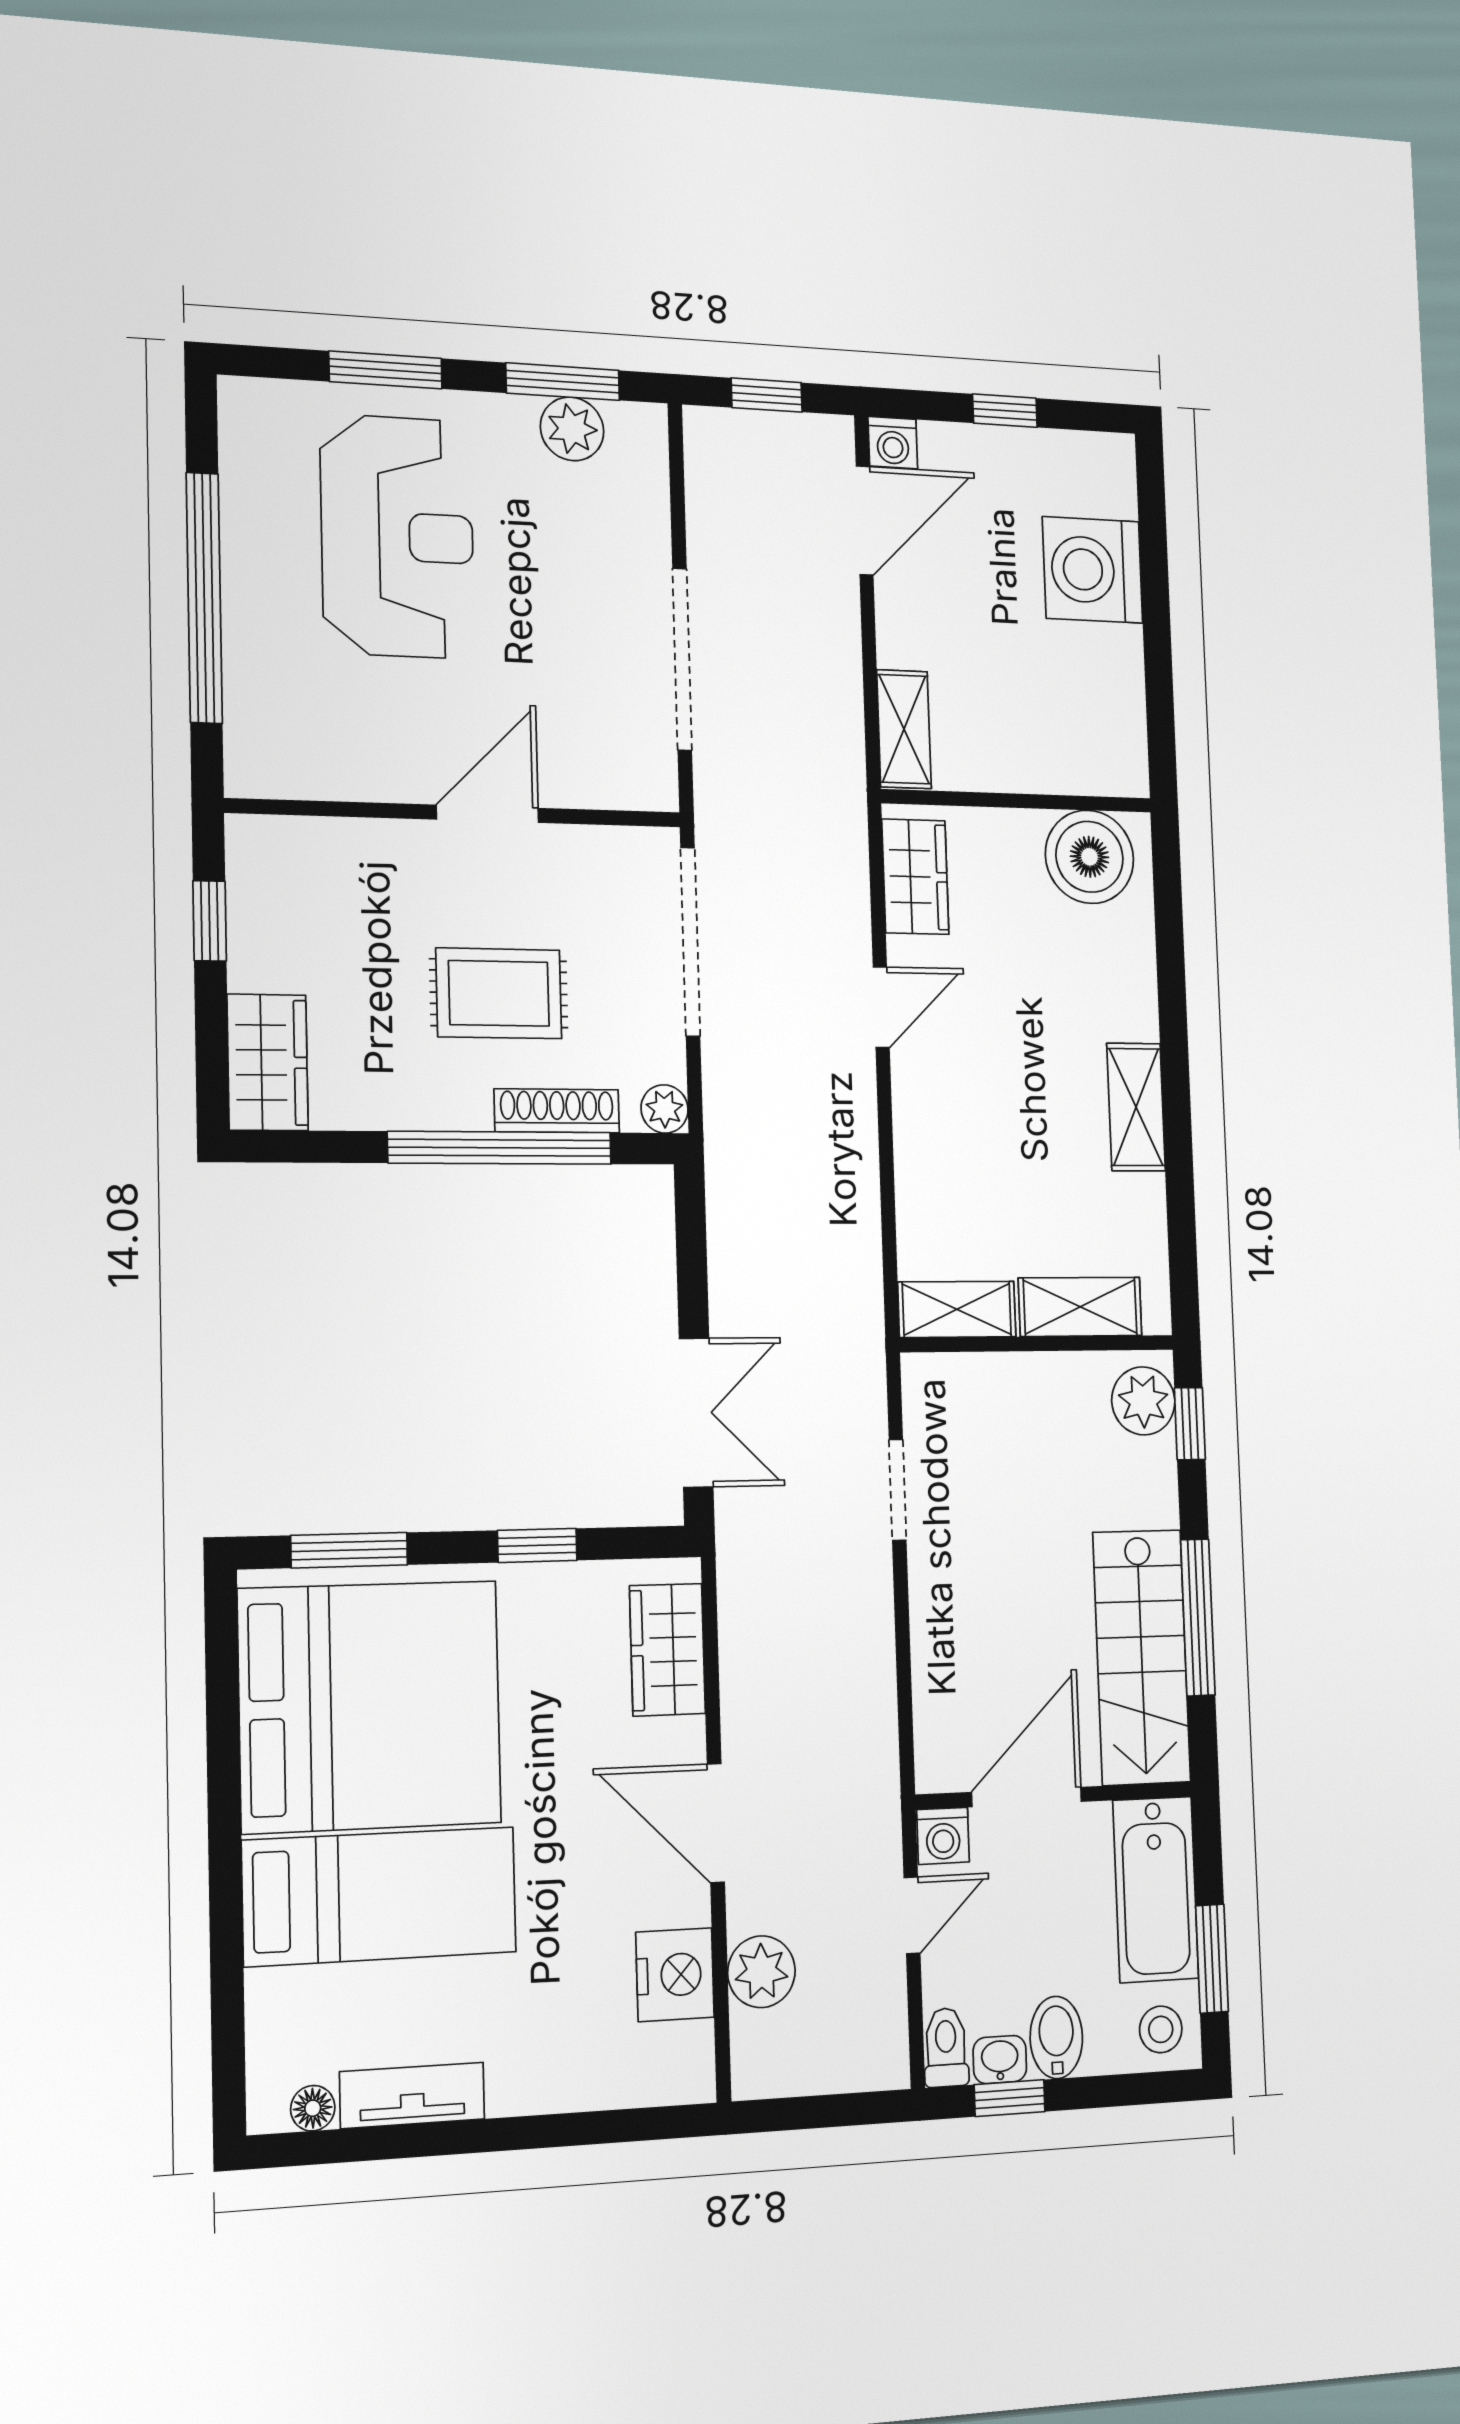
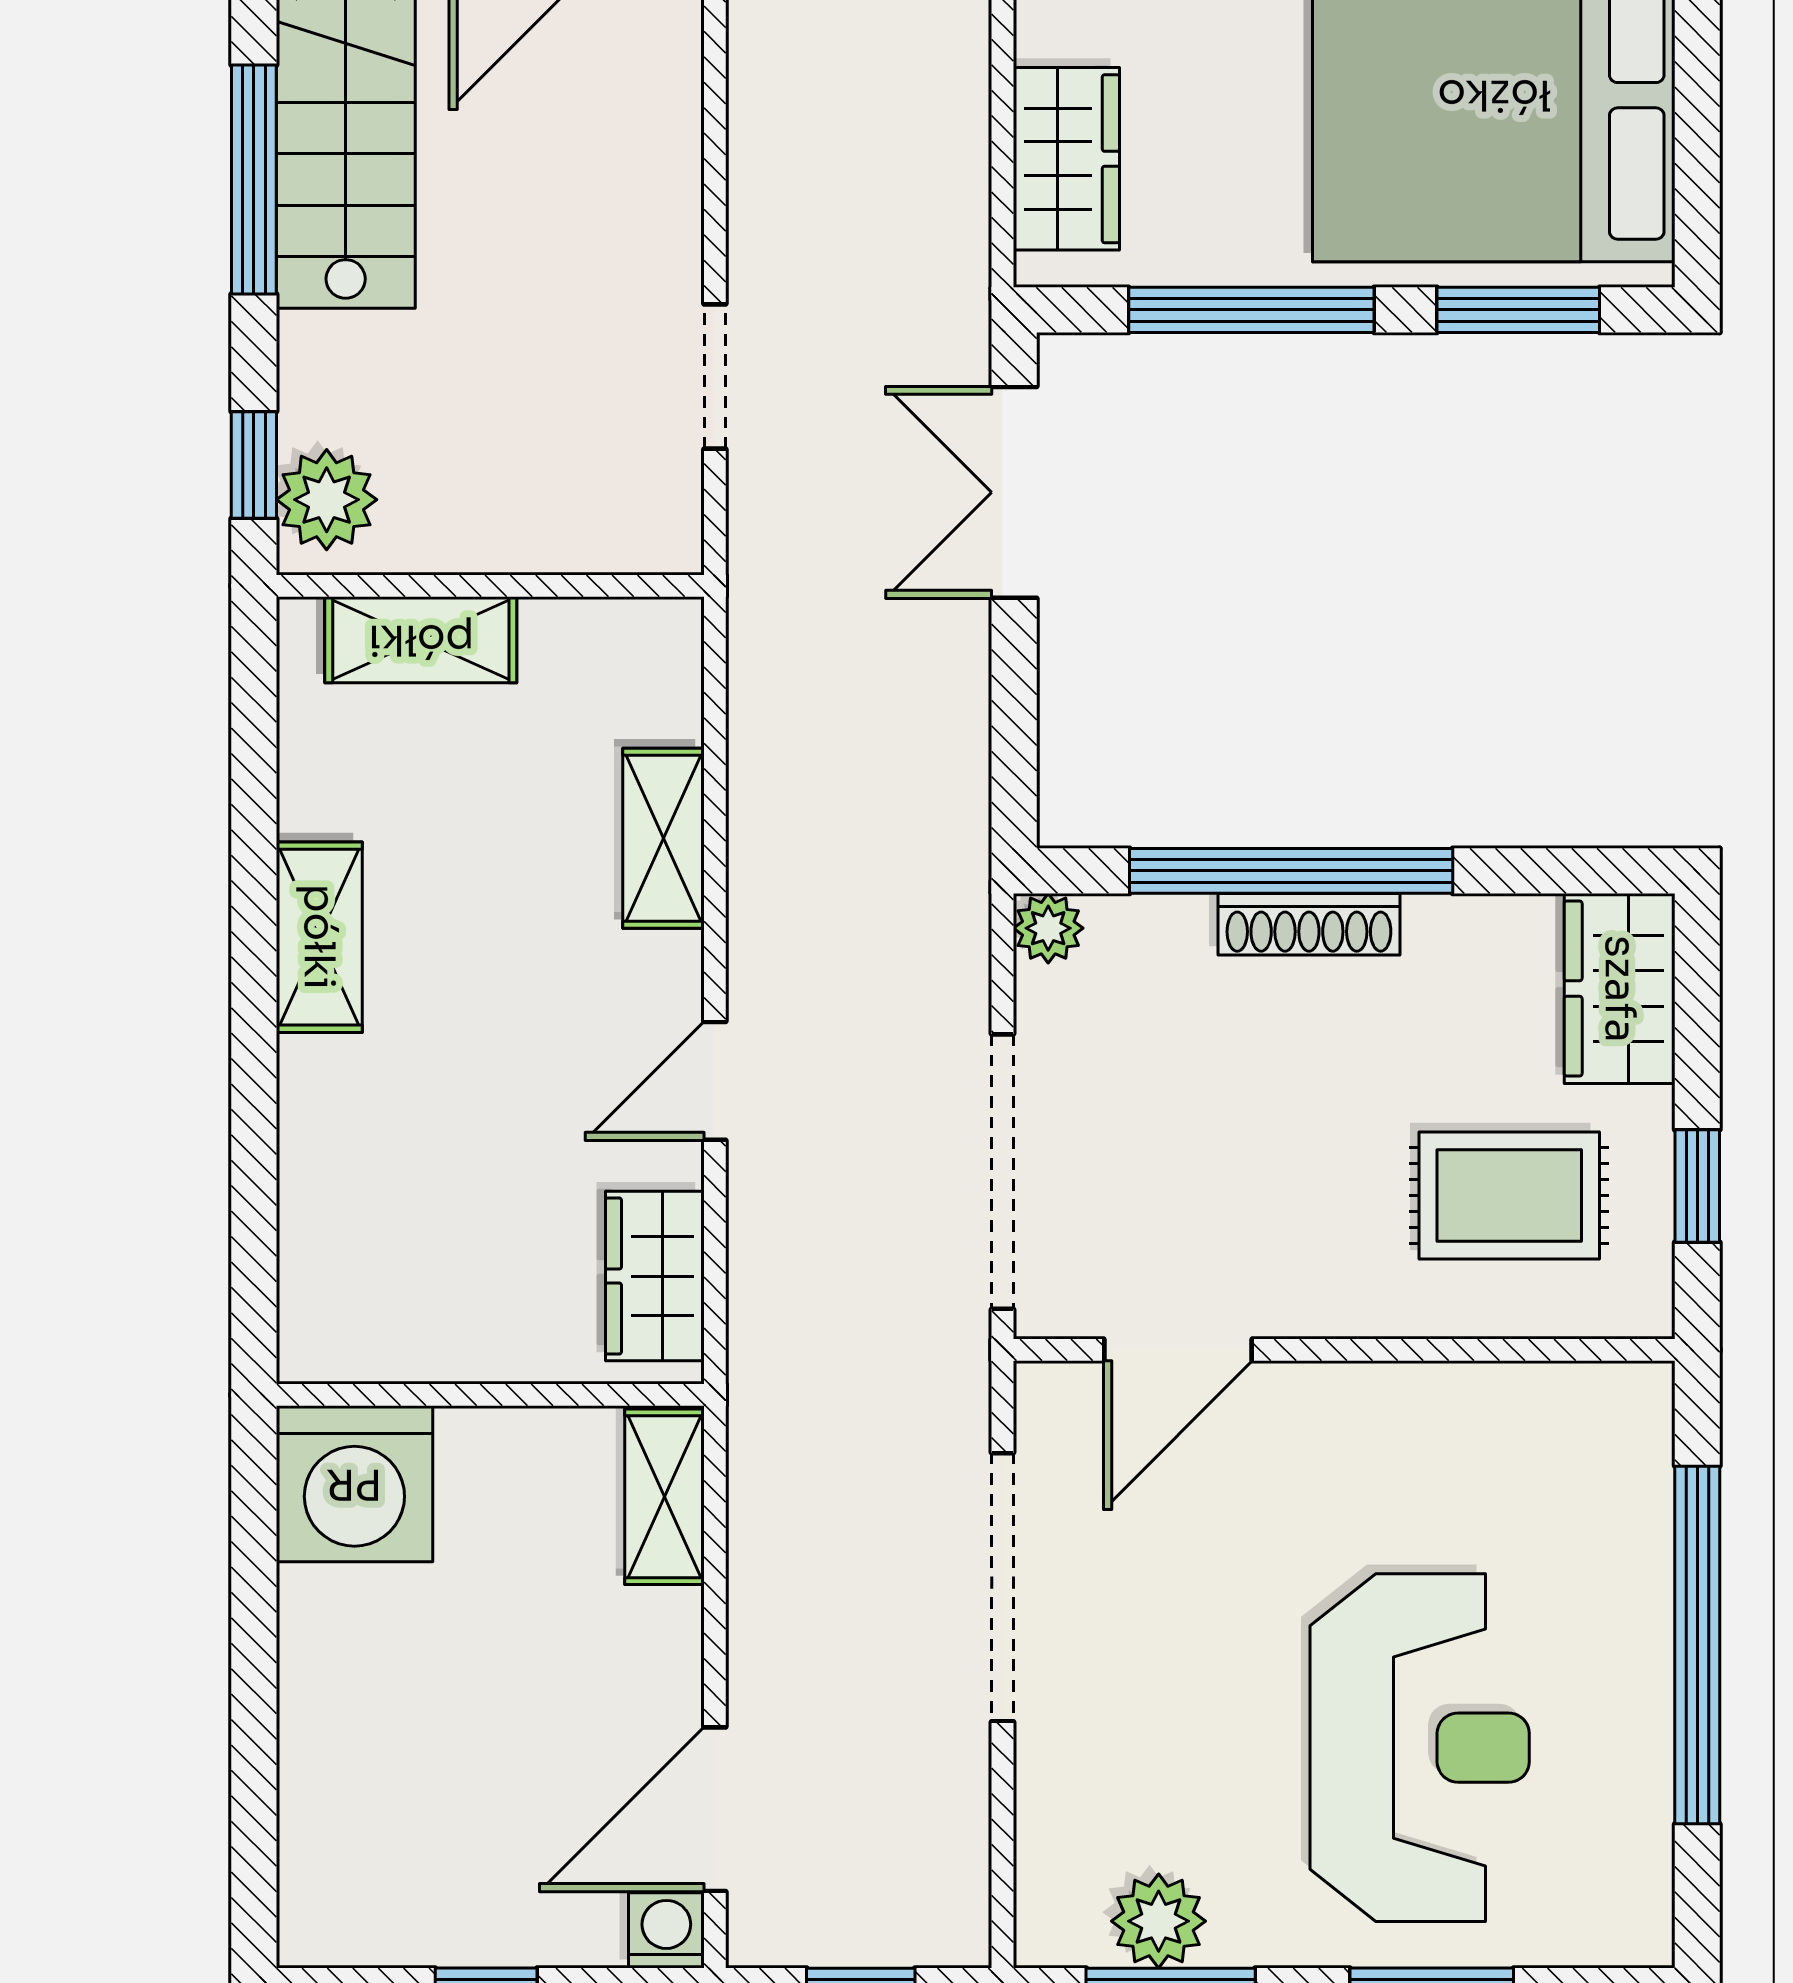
reception desk: (397, 536) -> (1420, 1748), turned 180
washing machine: (1093, 570) -> (354, 1484), moved, turned 90
door: (488, 814) -> (1178, 1350), moved
boiler: (1090, 857) -> (378, 1313), removed
rug: (499, 993) -> (1509, 1195), moved
shoe rack: (557, 1111) -> (1309, 924), moved
shelving: (957, 1309) -> (664, 838), moved, turned 90
window: (537, 1545) -> (1251, 310), width x2.17

